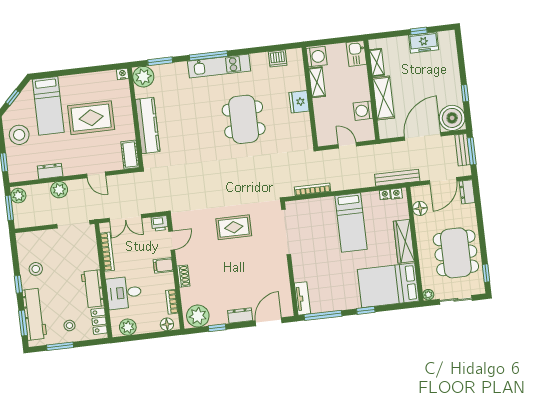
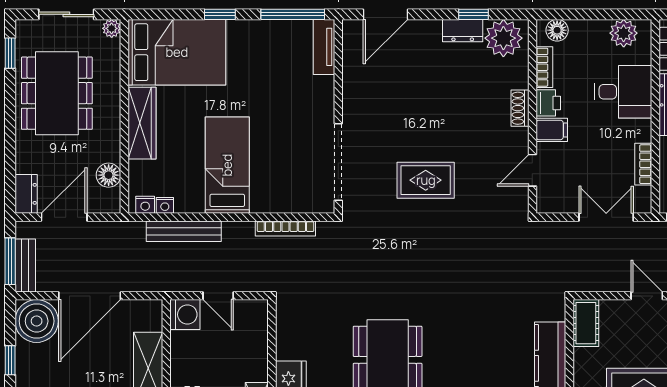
washing machine: (363, 111) -> (185, 315), moved
bench: (397, 178) -> (184, 231), moved
printer: (160, 223) -> (548, 103), moved, turned 90
bookcase: (107, 252) -> (643, 164), width x0.64
dresser: (240, 316) -> (463, 31), moved

